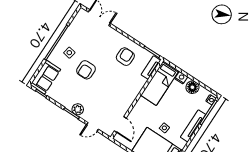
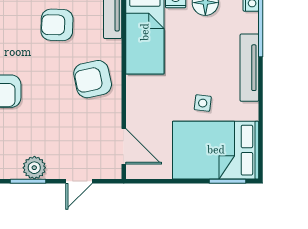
armchair: (125, 57) -> (57, 25), turned -88
armchair: (125, 88) -> (93, 79), added

